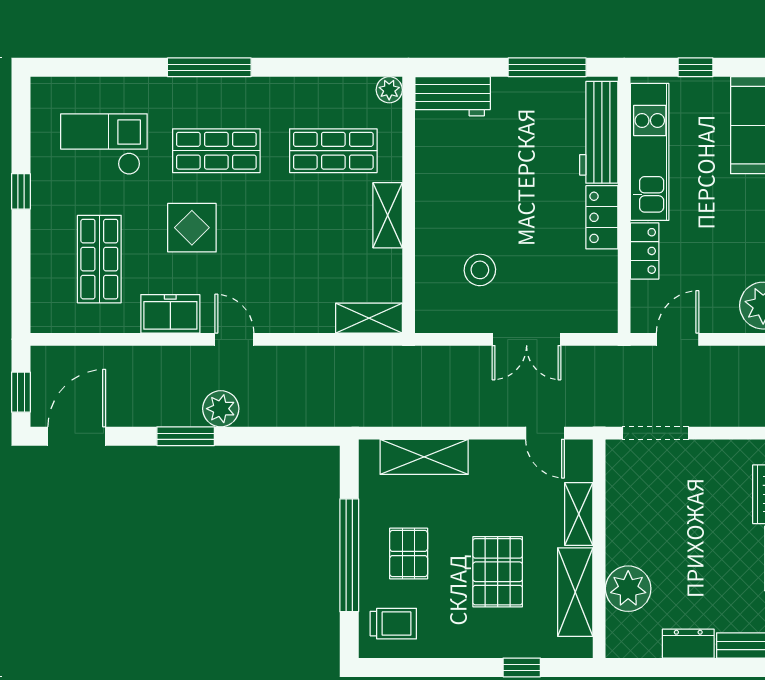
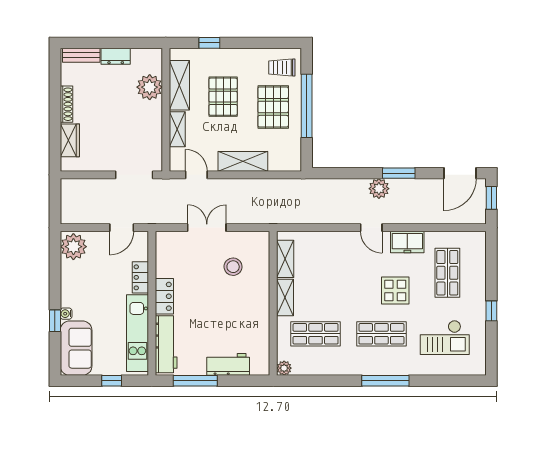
workbench: (453, 96) -> (228, 364), moved
shelving: (369, 318) -> (285, 259), moved, turned 90
shelving: (424, 457) -> (243, 161), moved
pallet: (409, 554) -> (273, 107), width x1.50, depth x1.42

